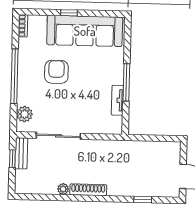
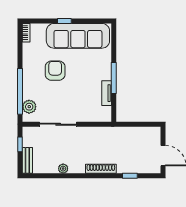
window: (14, 76) -> (20, 91), moved
bench: (21, 153) -> (27, 160), moved
shoe rack: (88, 190) -> (101, 169), moved

